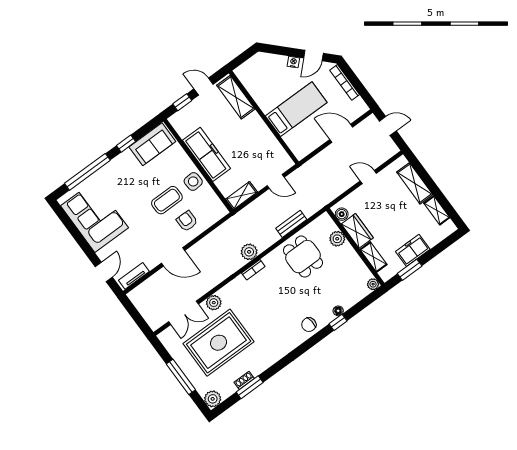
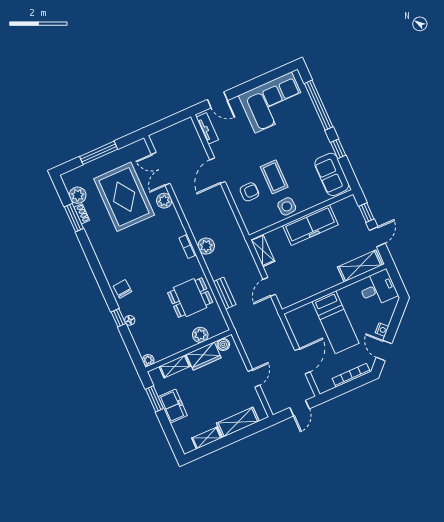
desk: (254, 75) -> (378, 288), added
plant: (213, 399) -> (78, 195), moved

